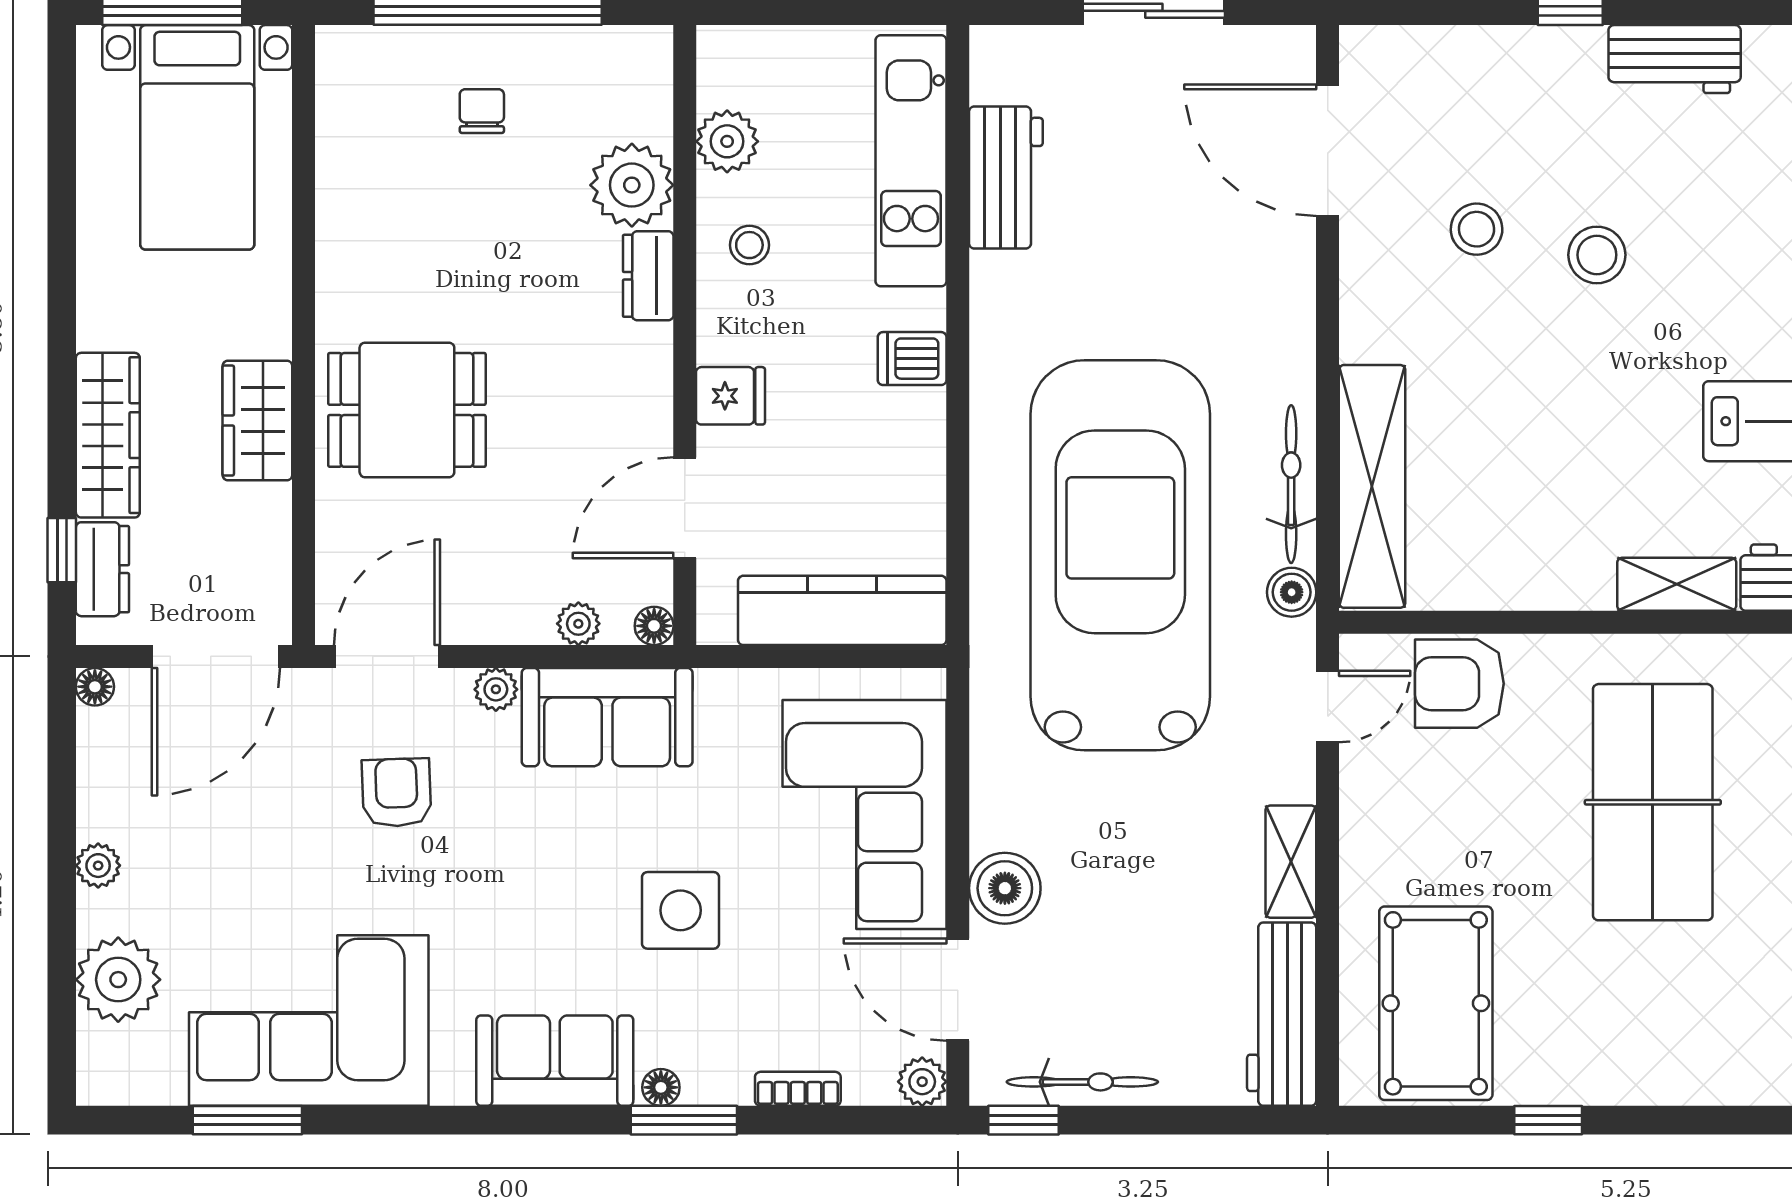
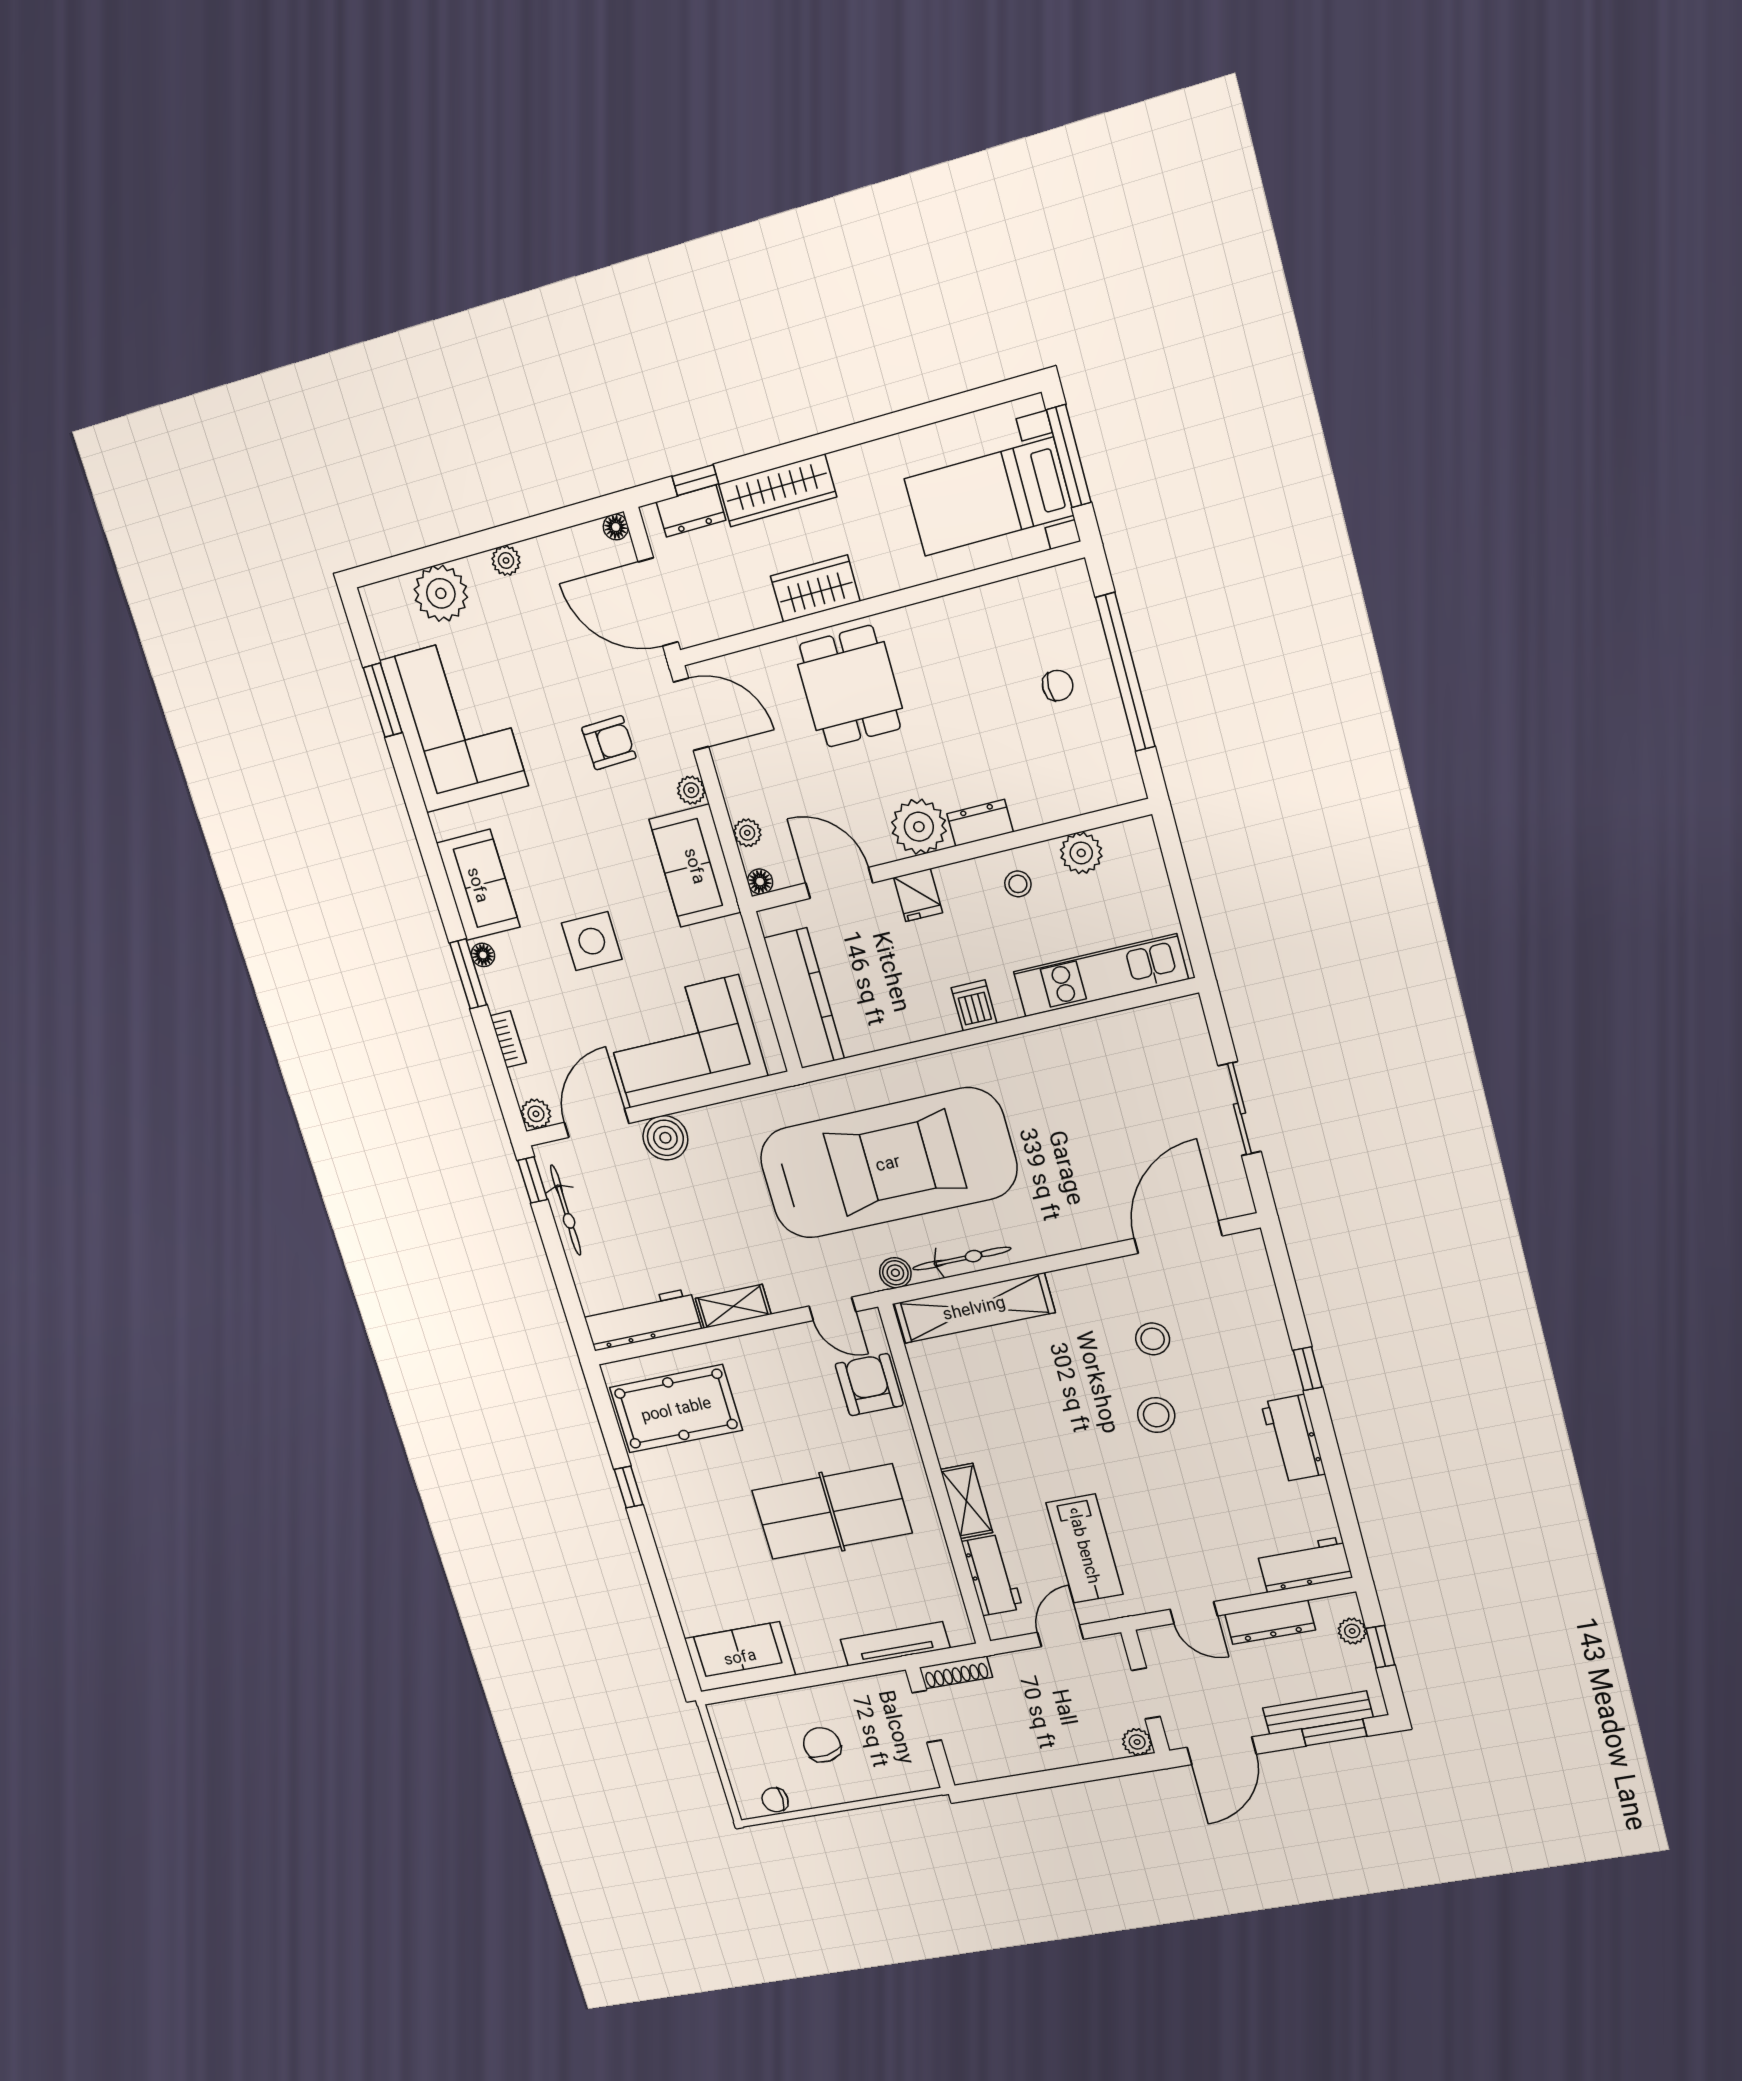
workbench: (1006, 177) -> (1106, 1039), removed
plant: (632, 185) -> (919, 827), moved

